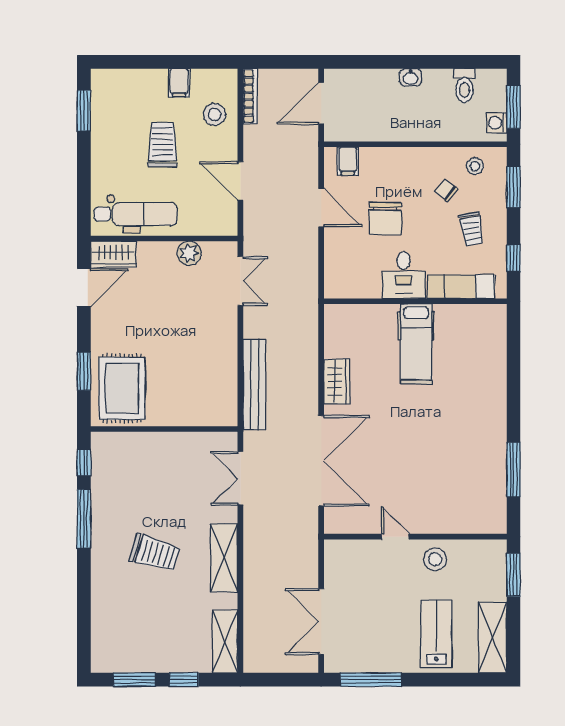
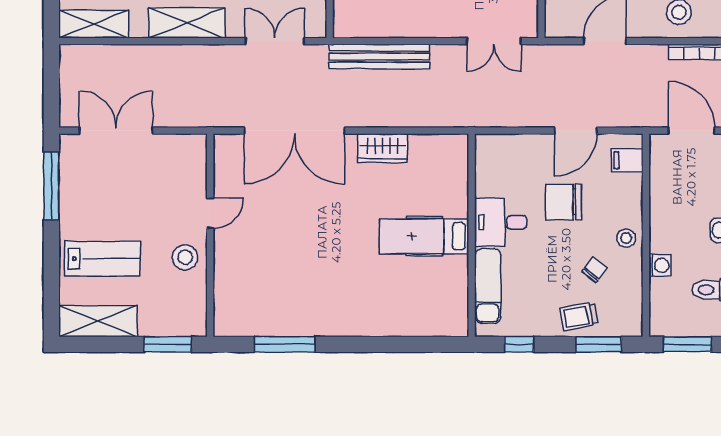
washing machine: (497, 123) -> (660, 265), moved, turned 90
stool: (475, 166) -> (626, 238), moved
trolley: (472, 229) -> (579, 316), moved

